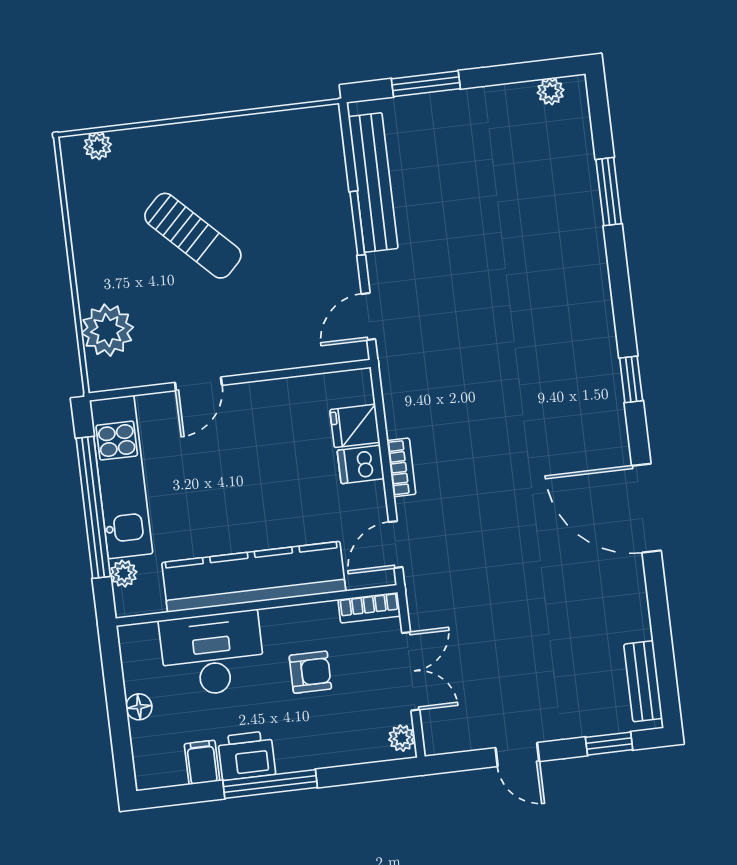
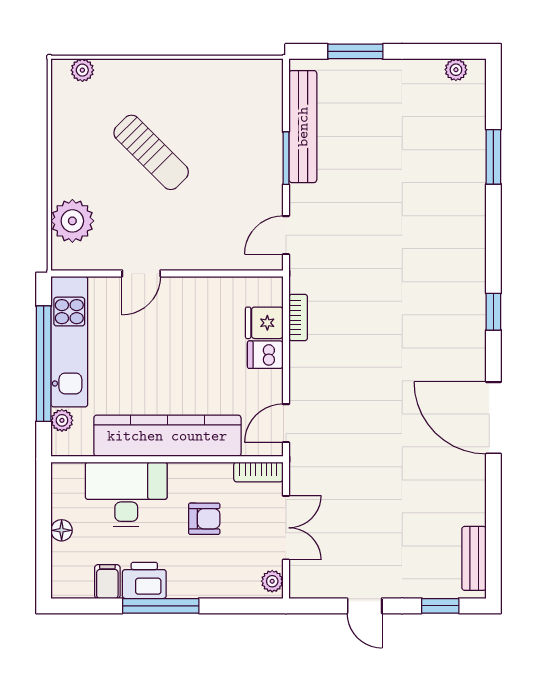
bookcase: (401, 467) -> (298, 318), moved

